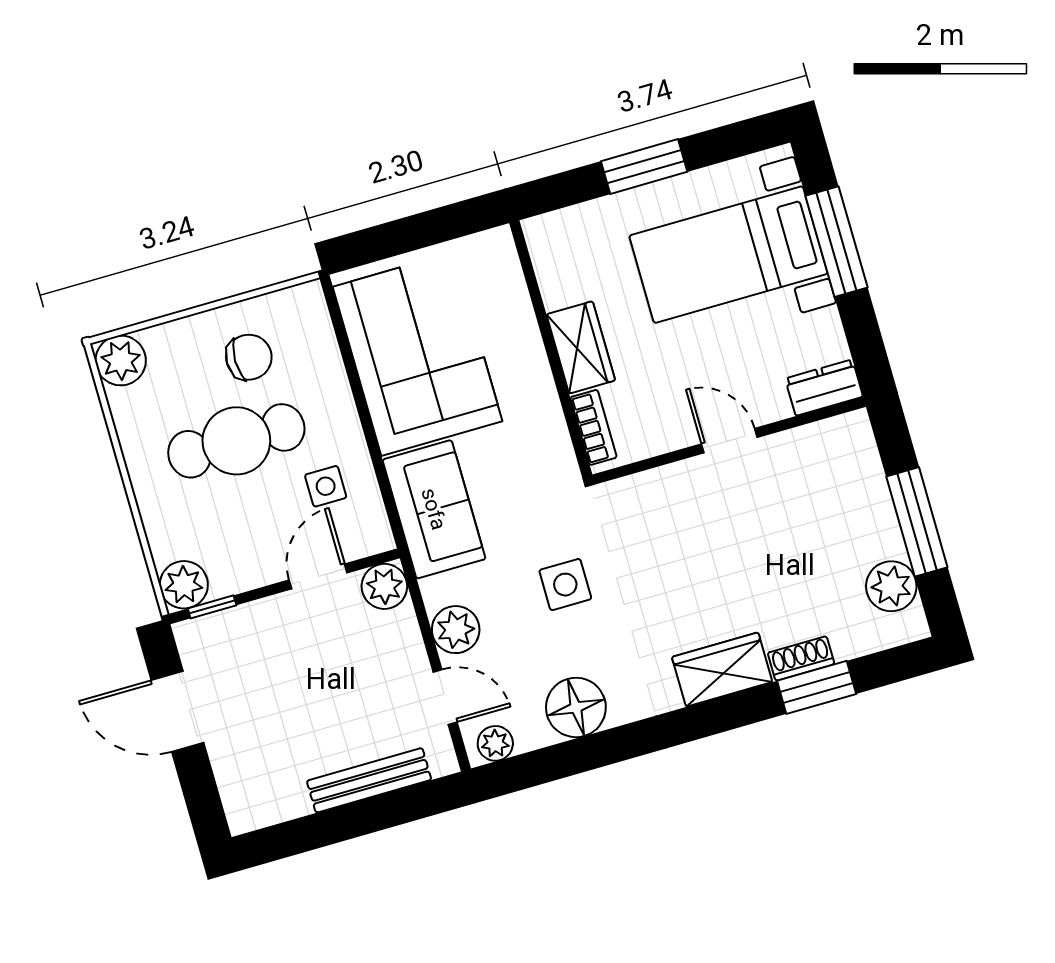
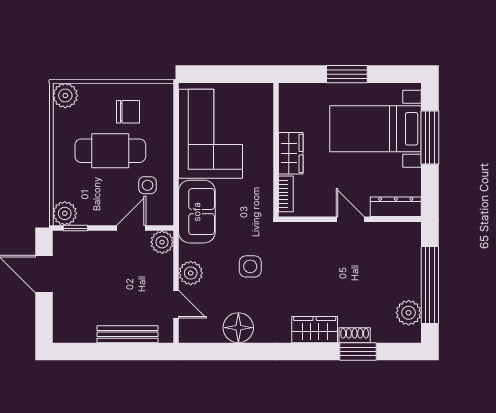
dresser: (824, 388) -> (396, 207), width x1.44
window: (917, 522) -> (430, 285), width x1.46
plant: (495, 743) -> (194, 334), removed

